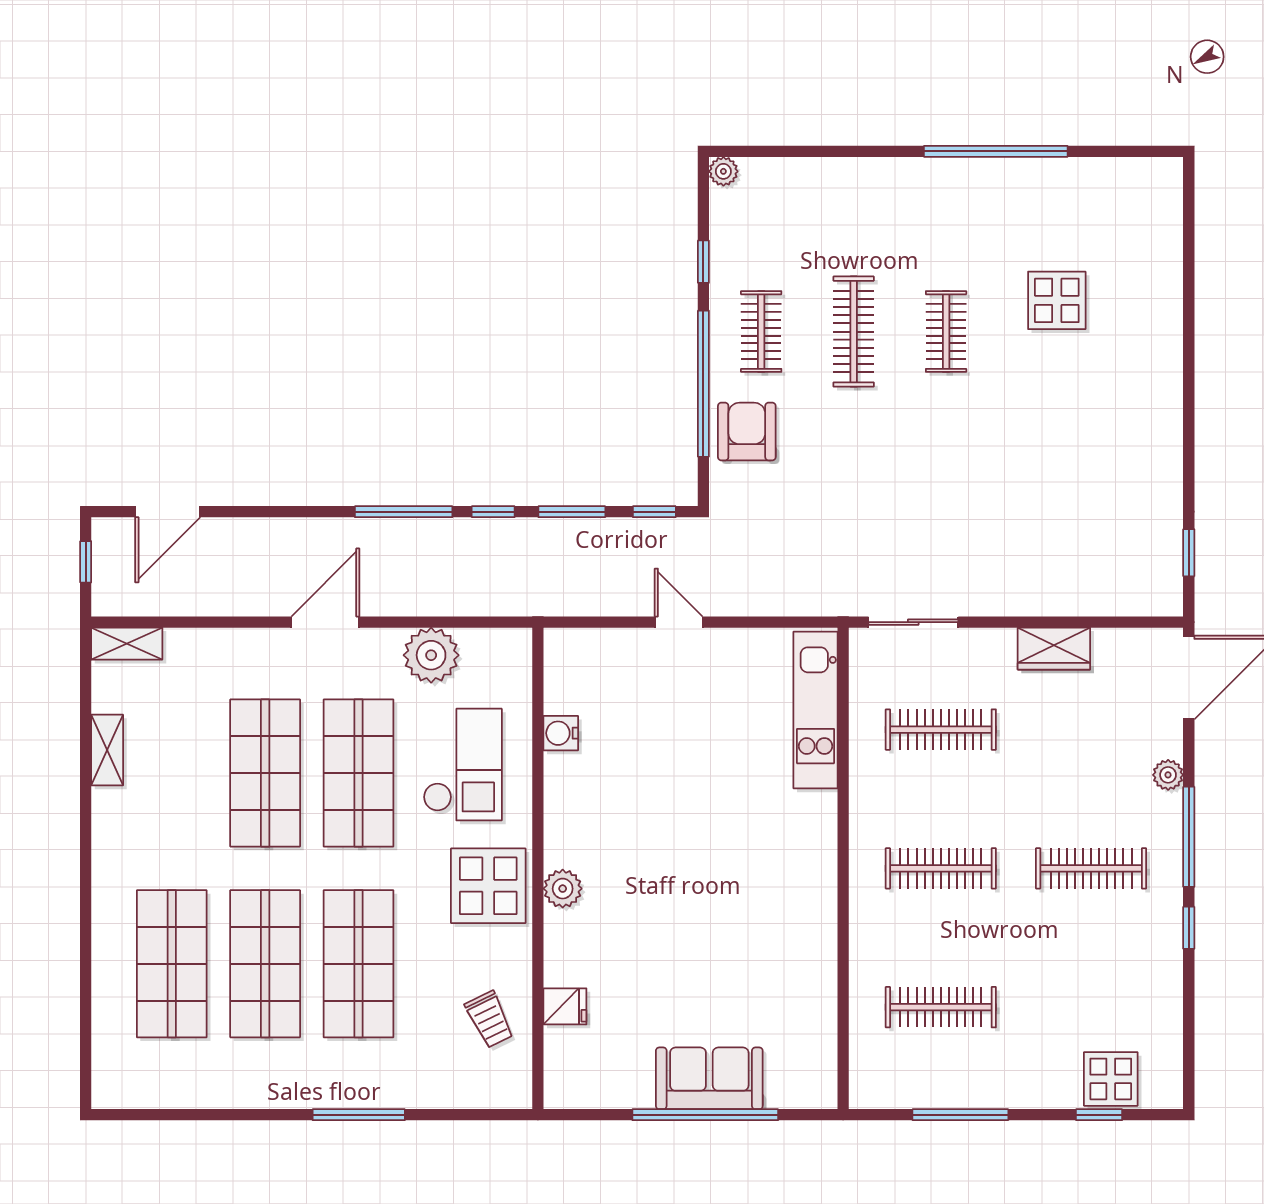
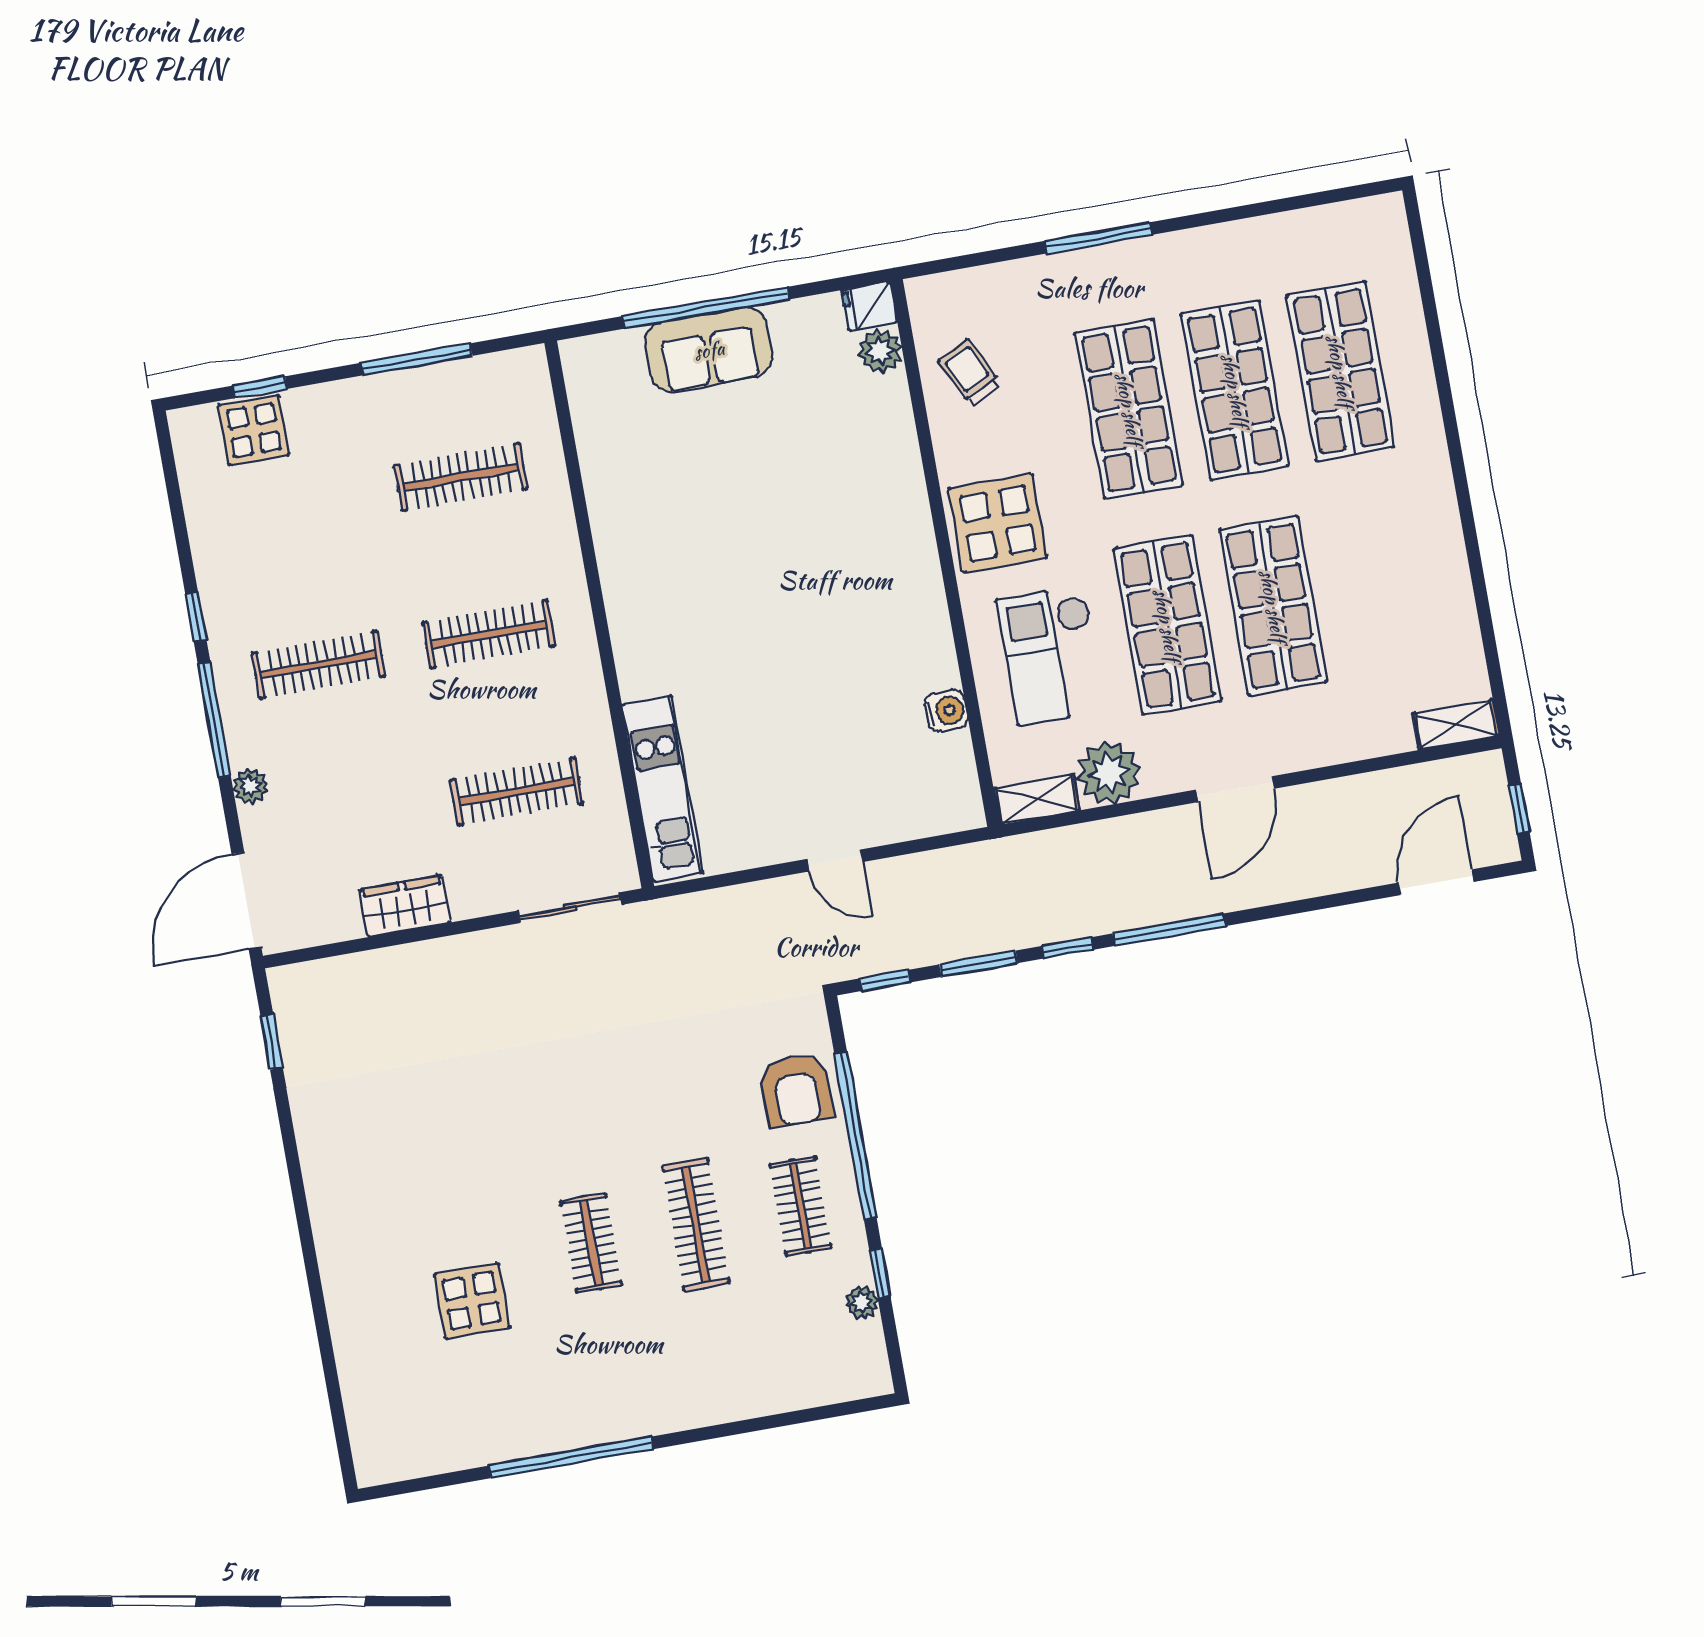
plant: (723, 171) -> (862, 1302), moved
shelving: (107, 750) -> (1037, 799), moved, turned 90
plant: (563, 889) -> (880, 351), moved
fridge: (565, 1006) -> (869, 306), moved

